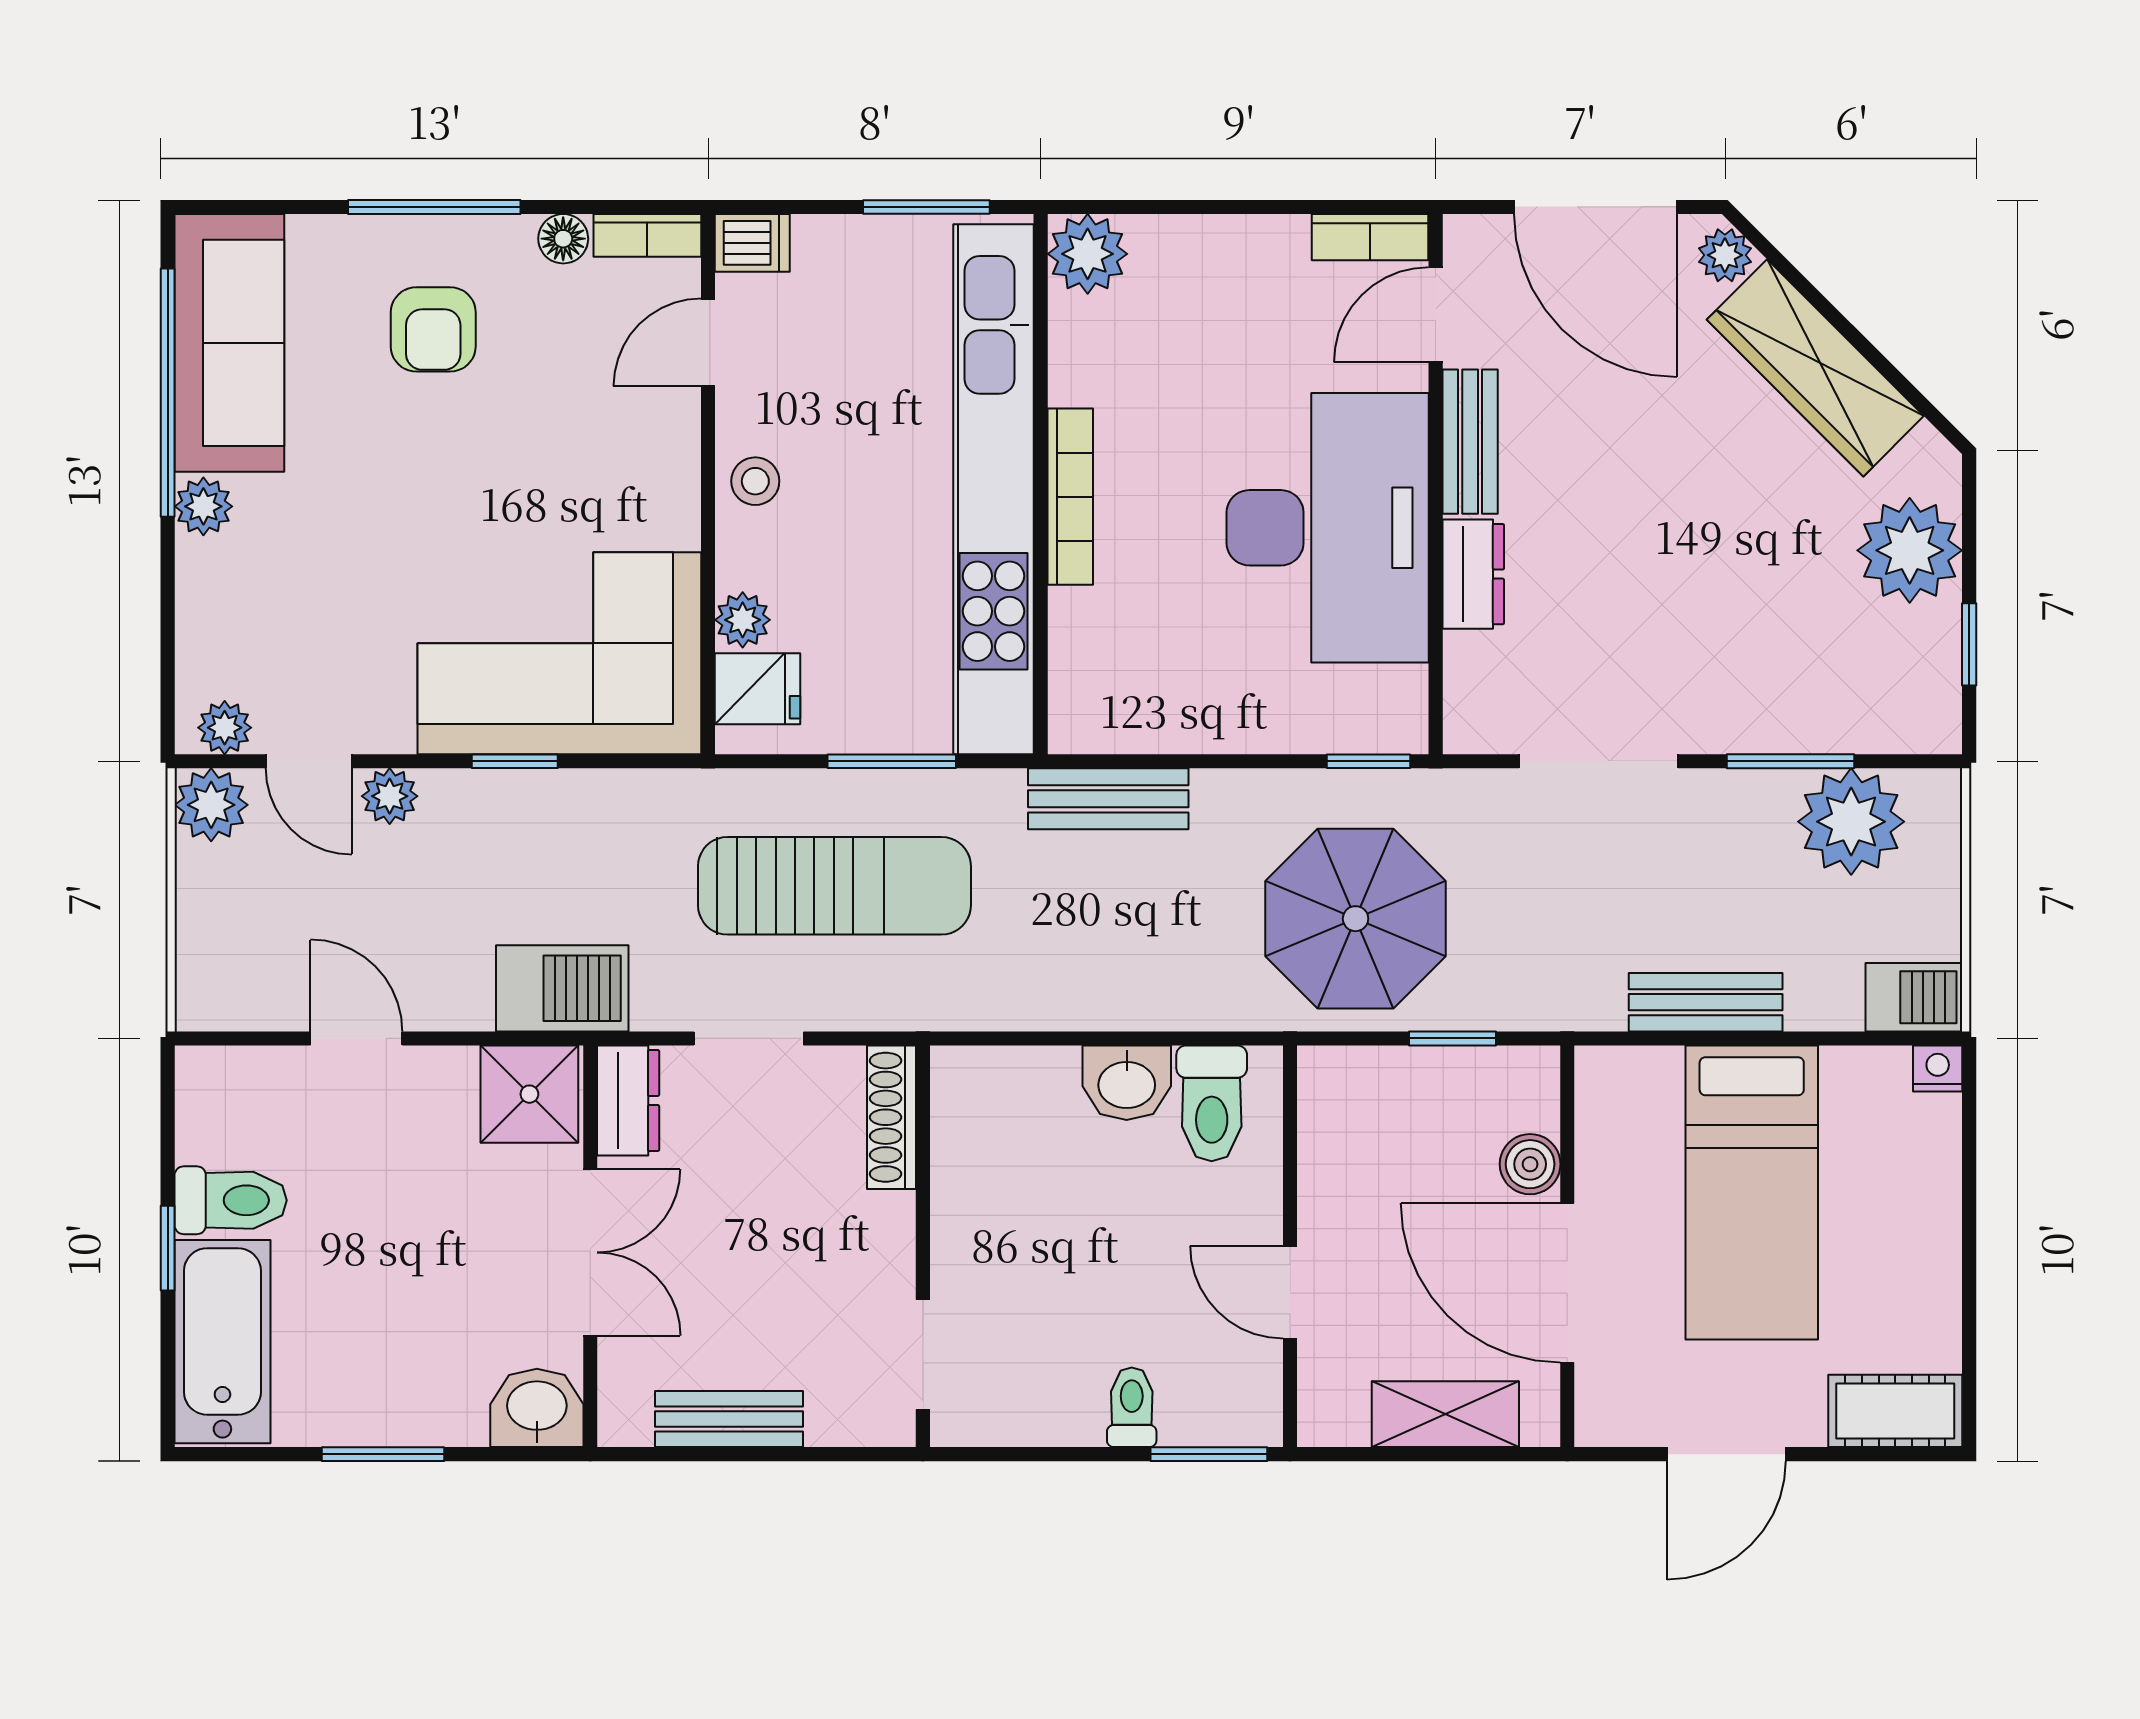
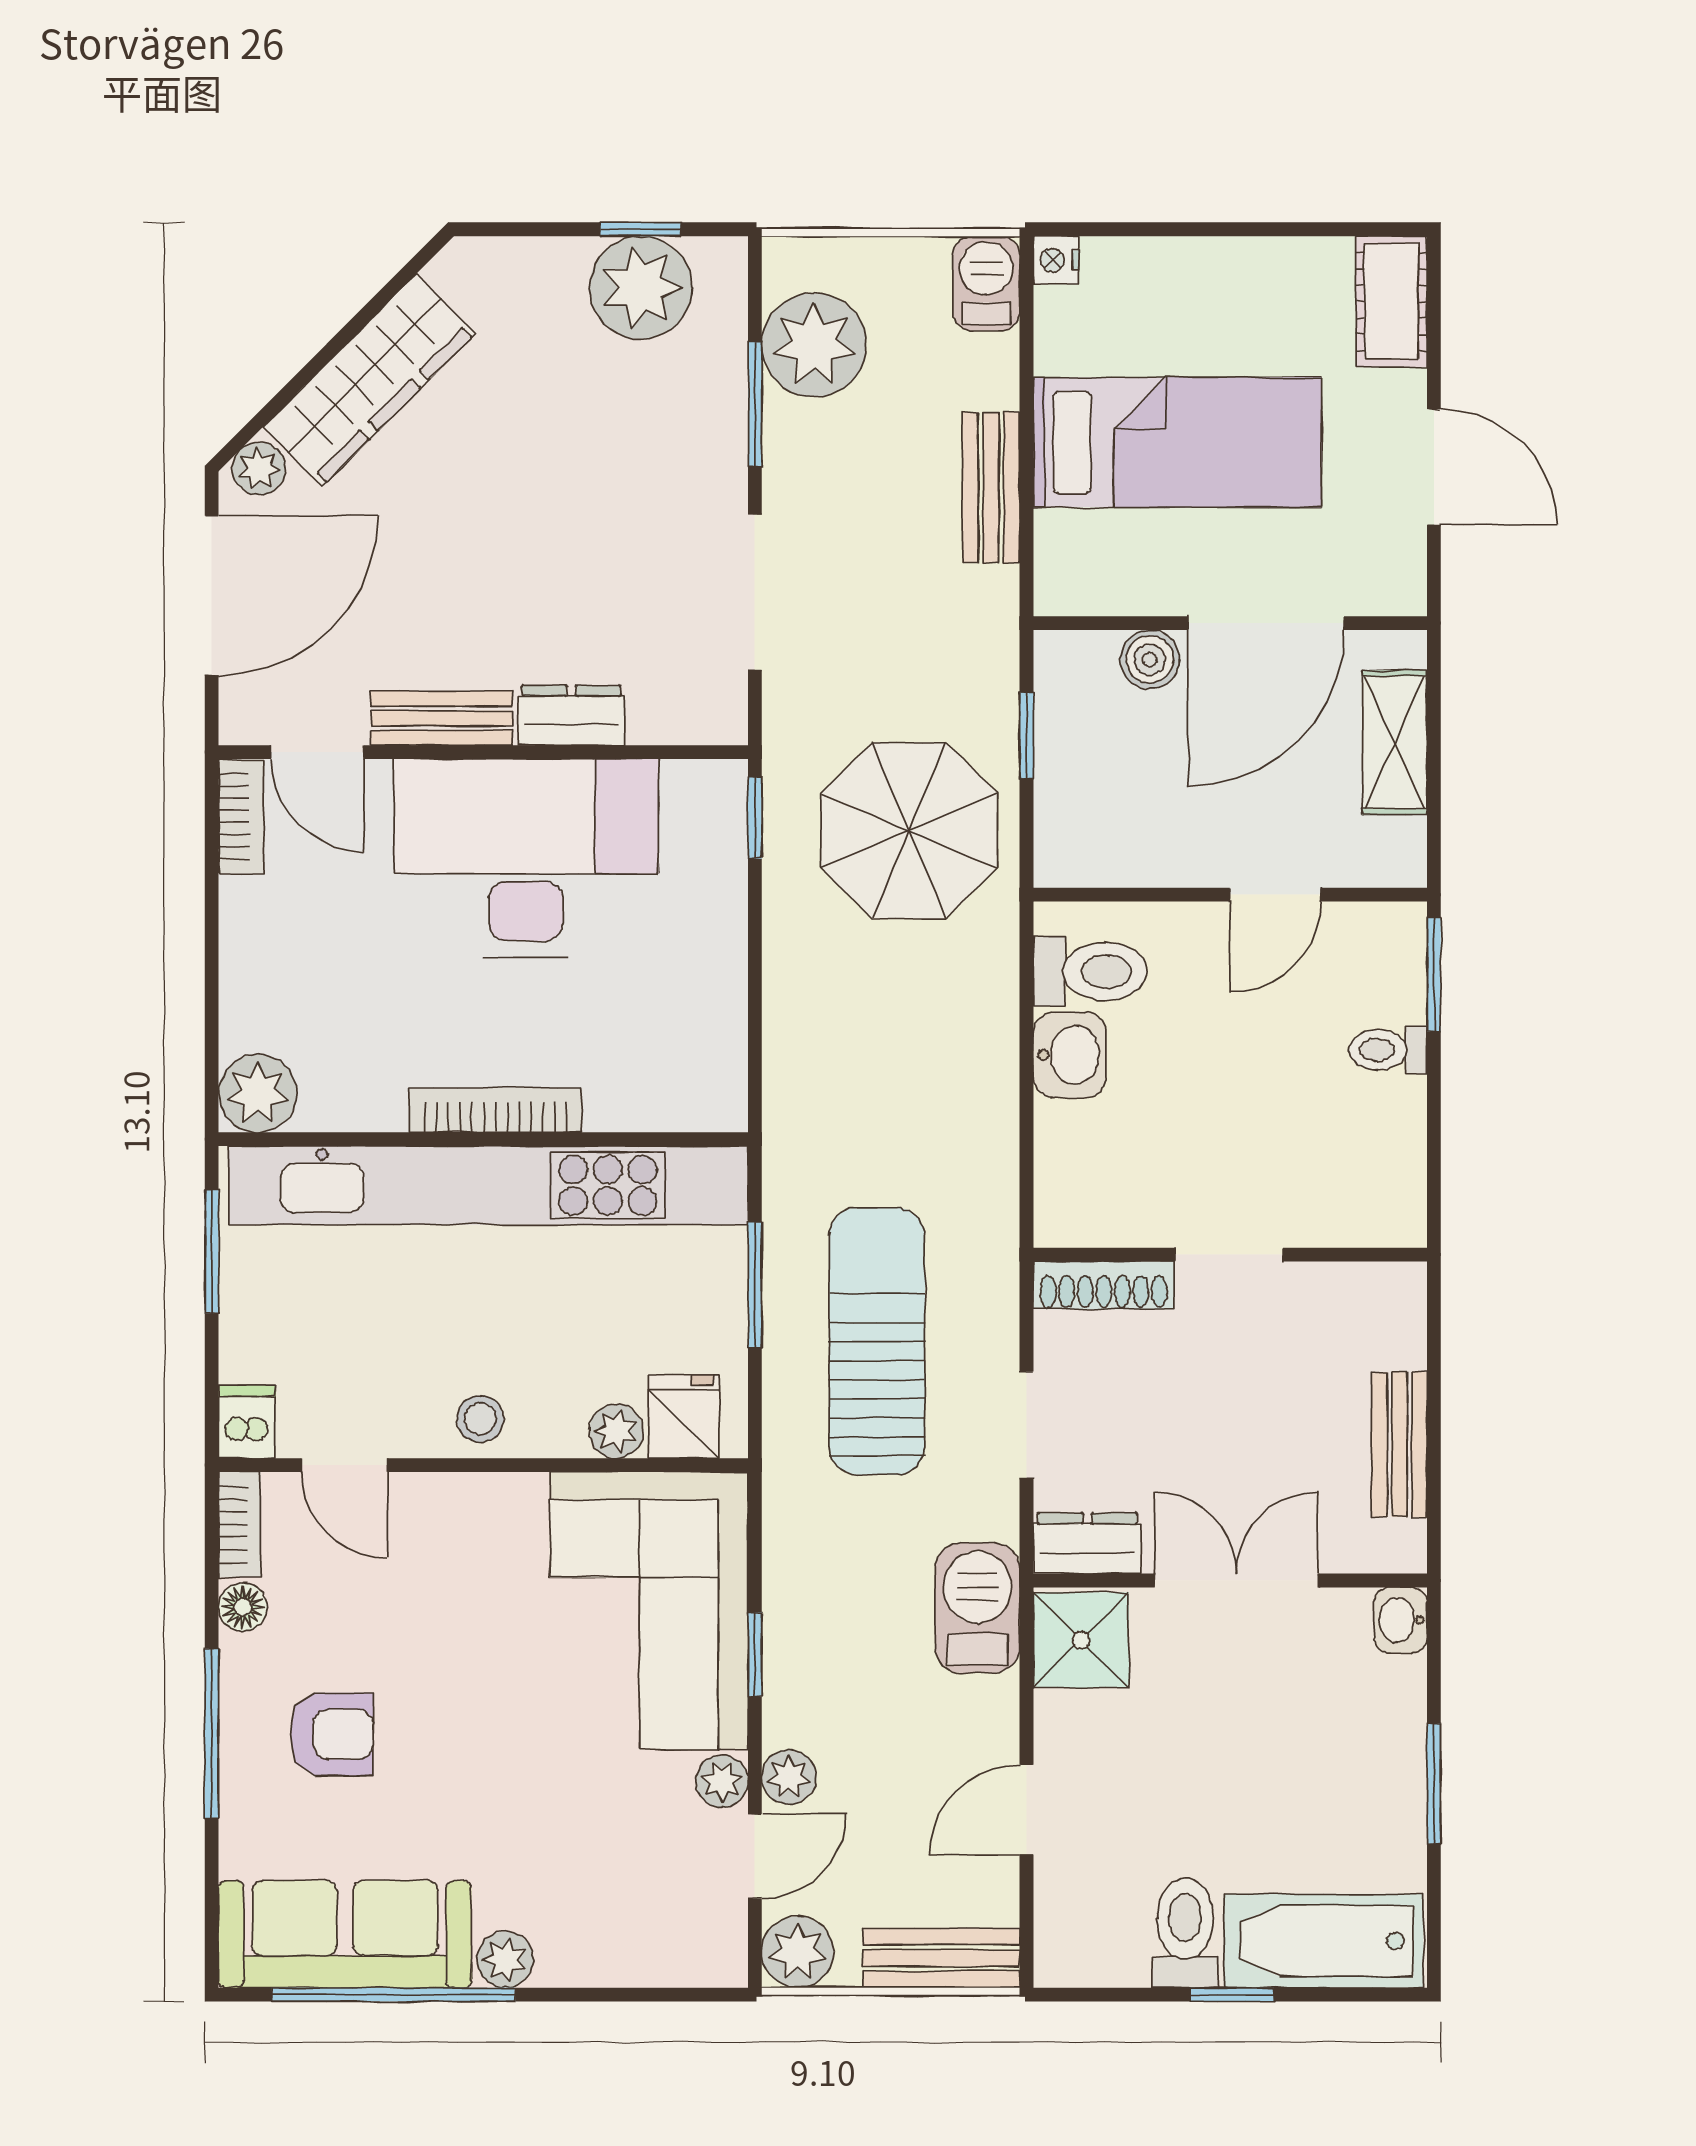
plant: (1910, 550) -> (641, 287), moved
plant: (225, 728) -> (722, 1781), moved
bench: (1108, 799) -> (941, 1958), moved, turned 90
doorway: (923, 1354) -> (1229, 1255), moved
washbasin: (537, 1408) -> (1401, 1620), width x0.72, depth x0.69

